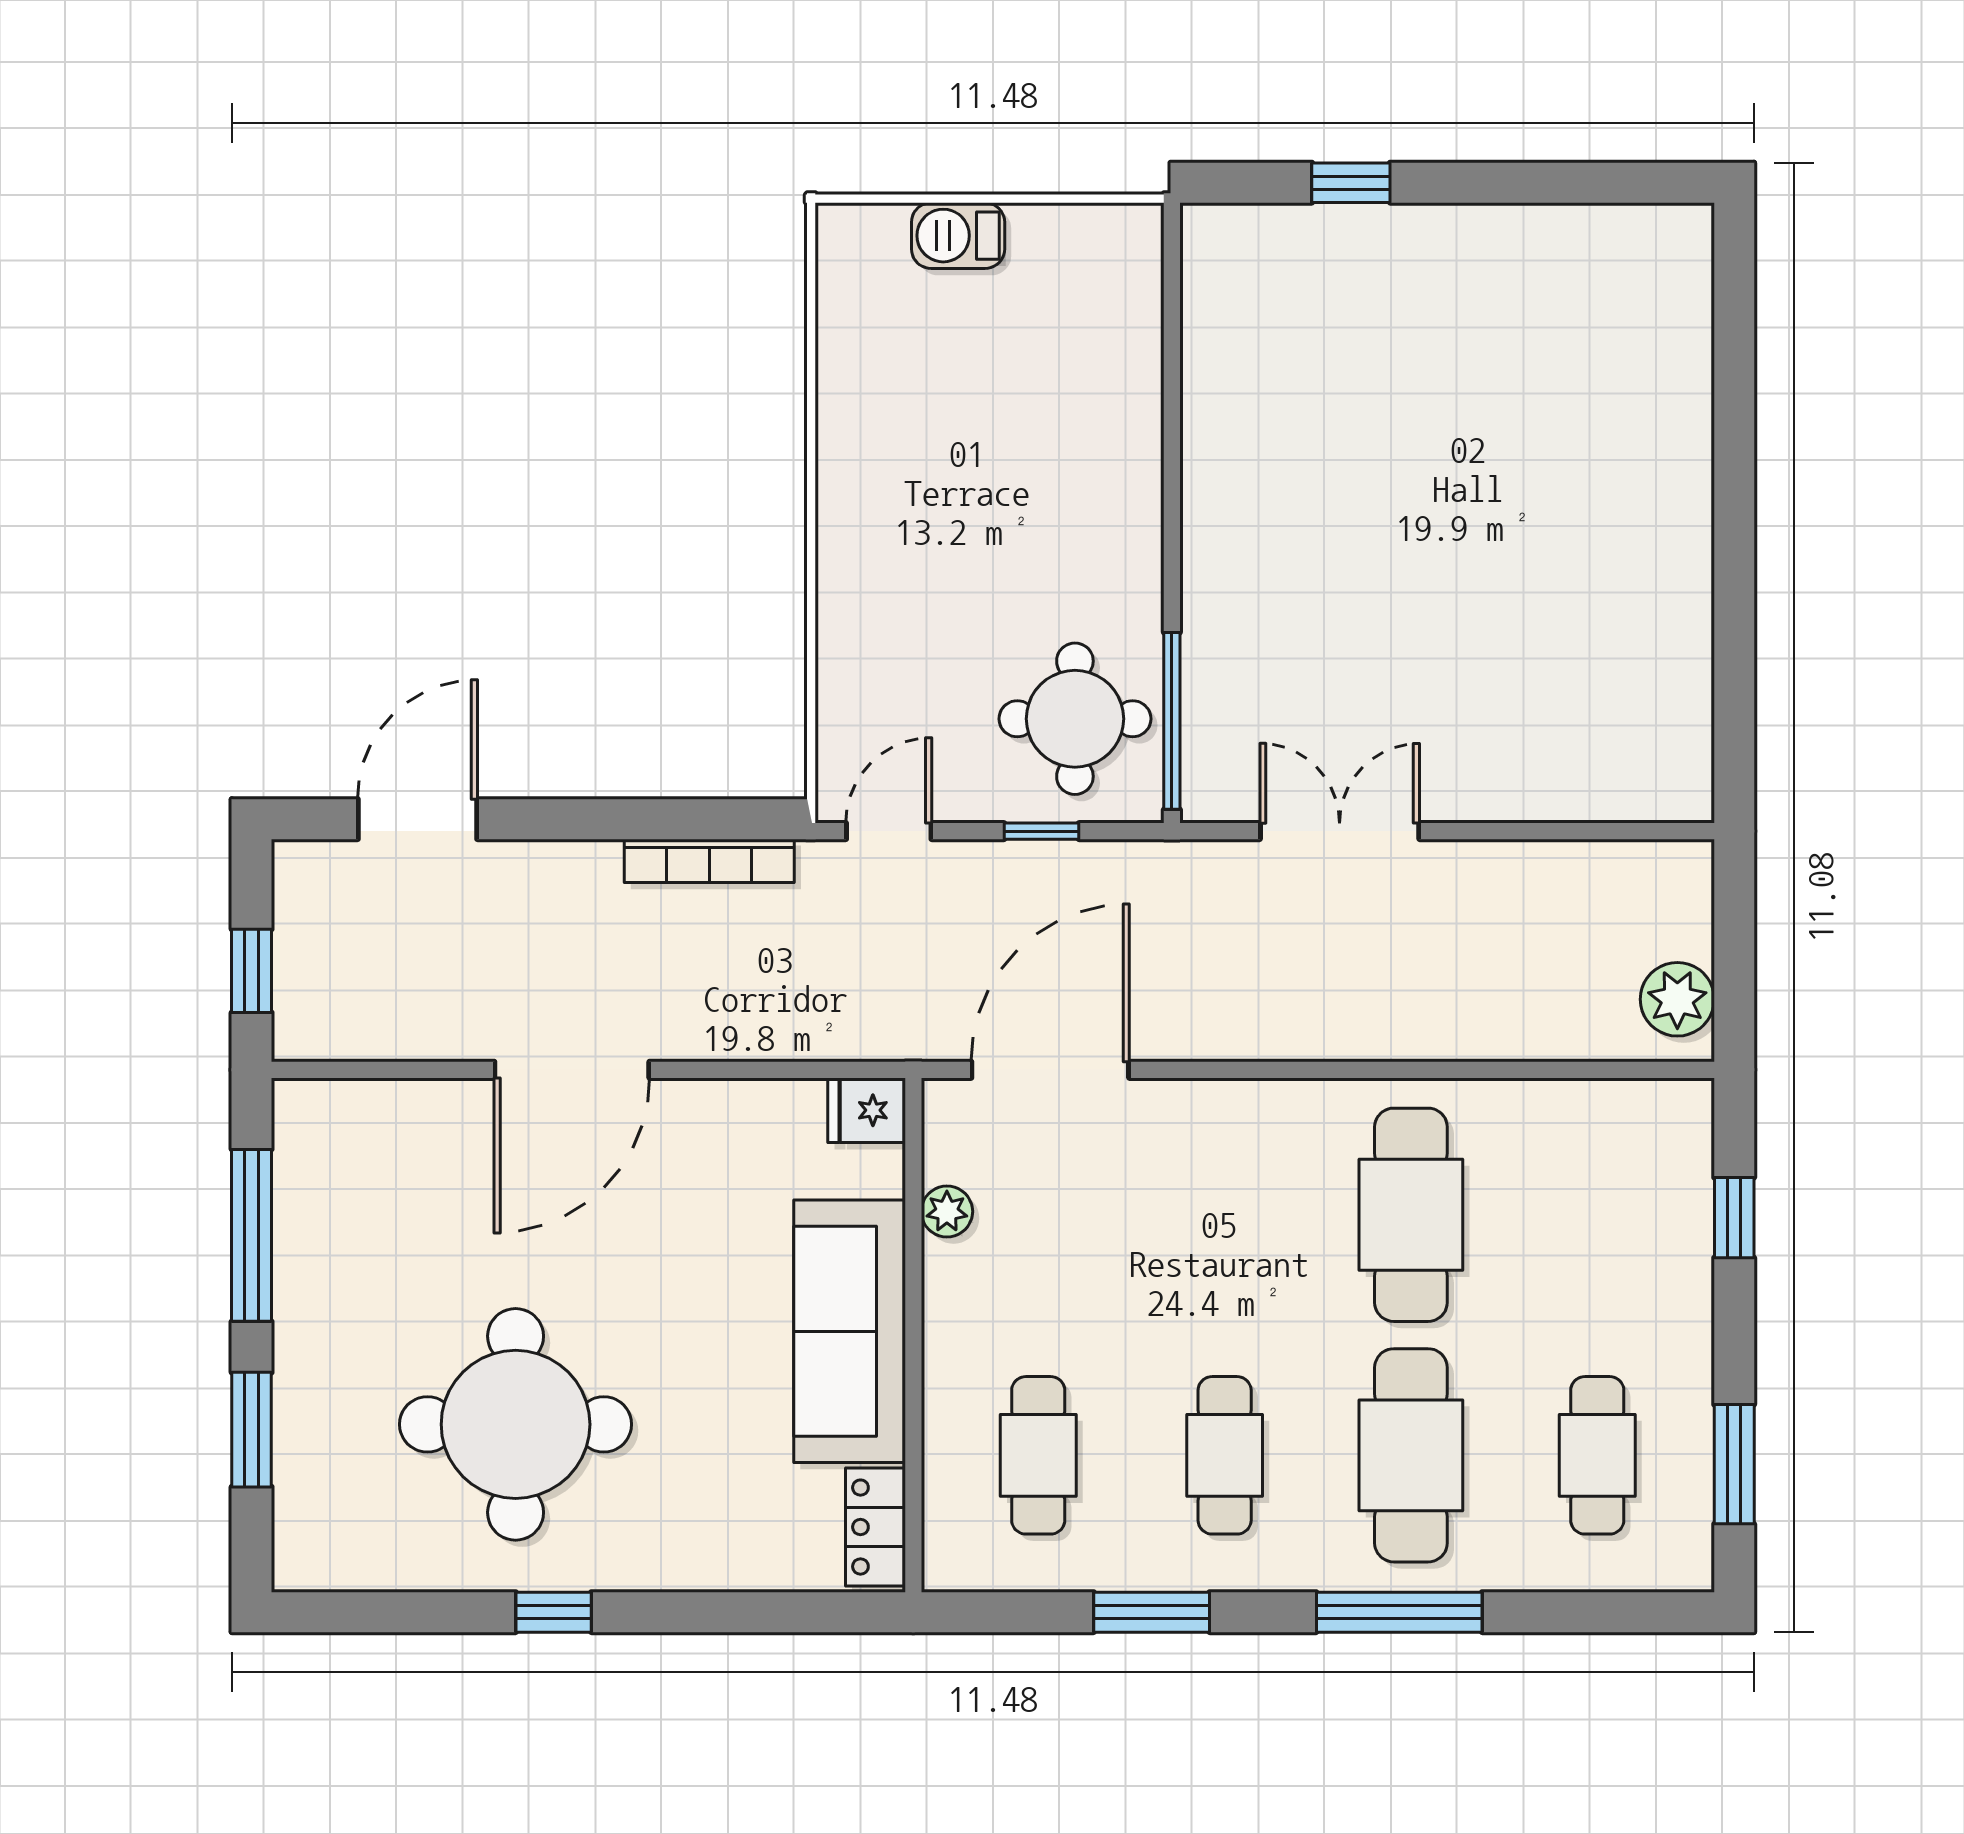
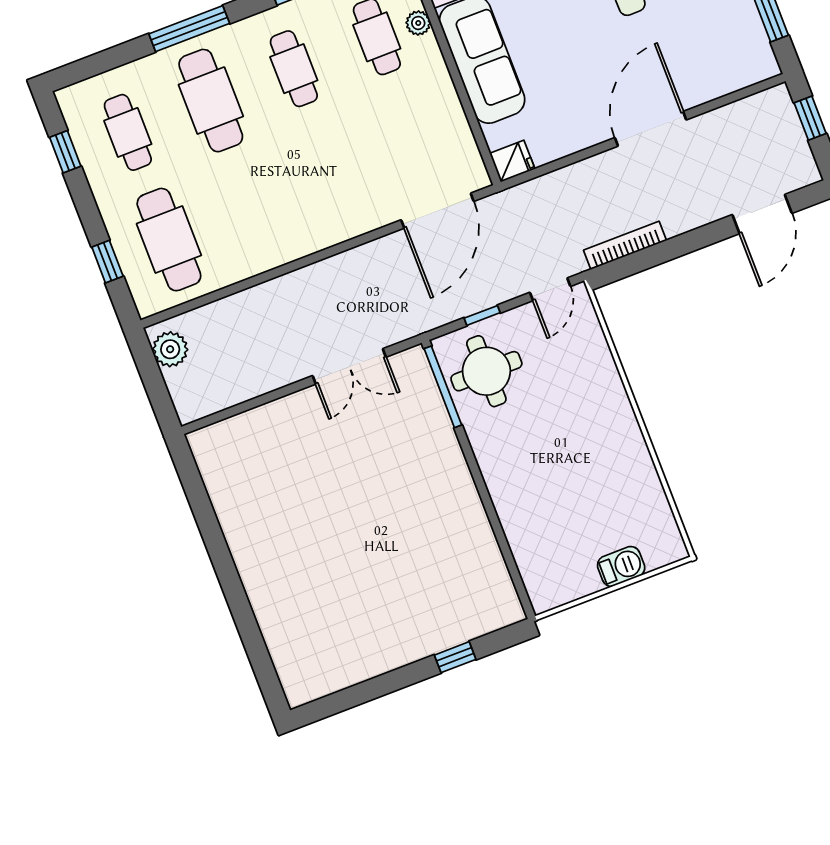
plant: (947, 1211) -> (418, 23), moved
cafe table: (1411, 1215) -> (169, 240), moved
window: (1734, 1464) -> (65, 152), width x0.67

